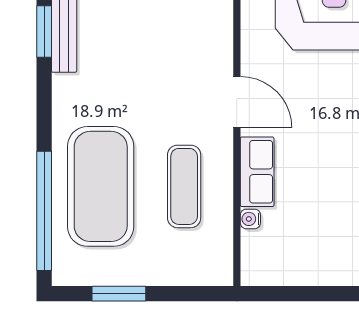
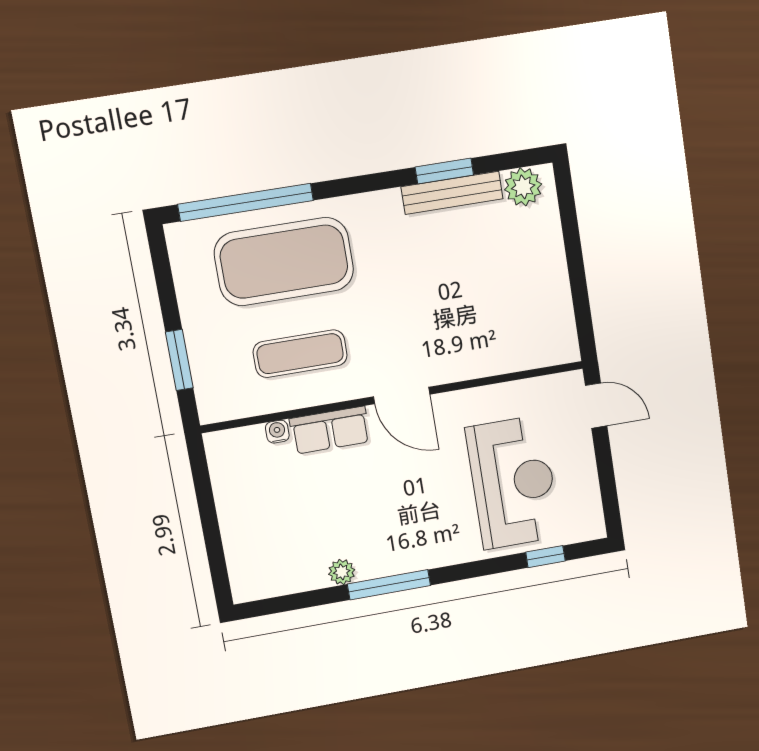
door: (237, 102) -> (402, 395), hinge flipped
window: (119, 294) -> (179, 360), moved

